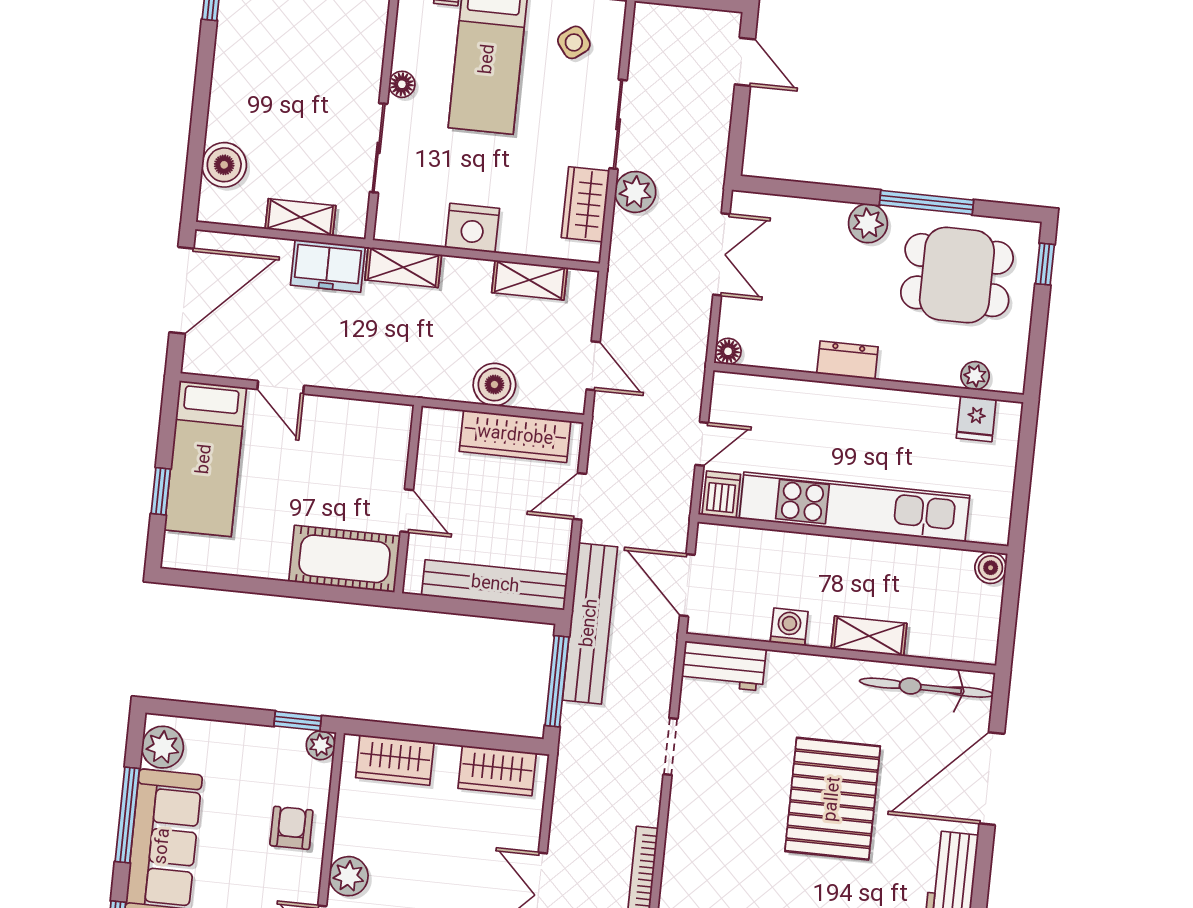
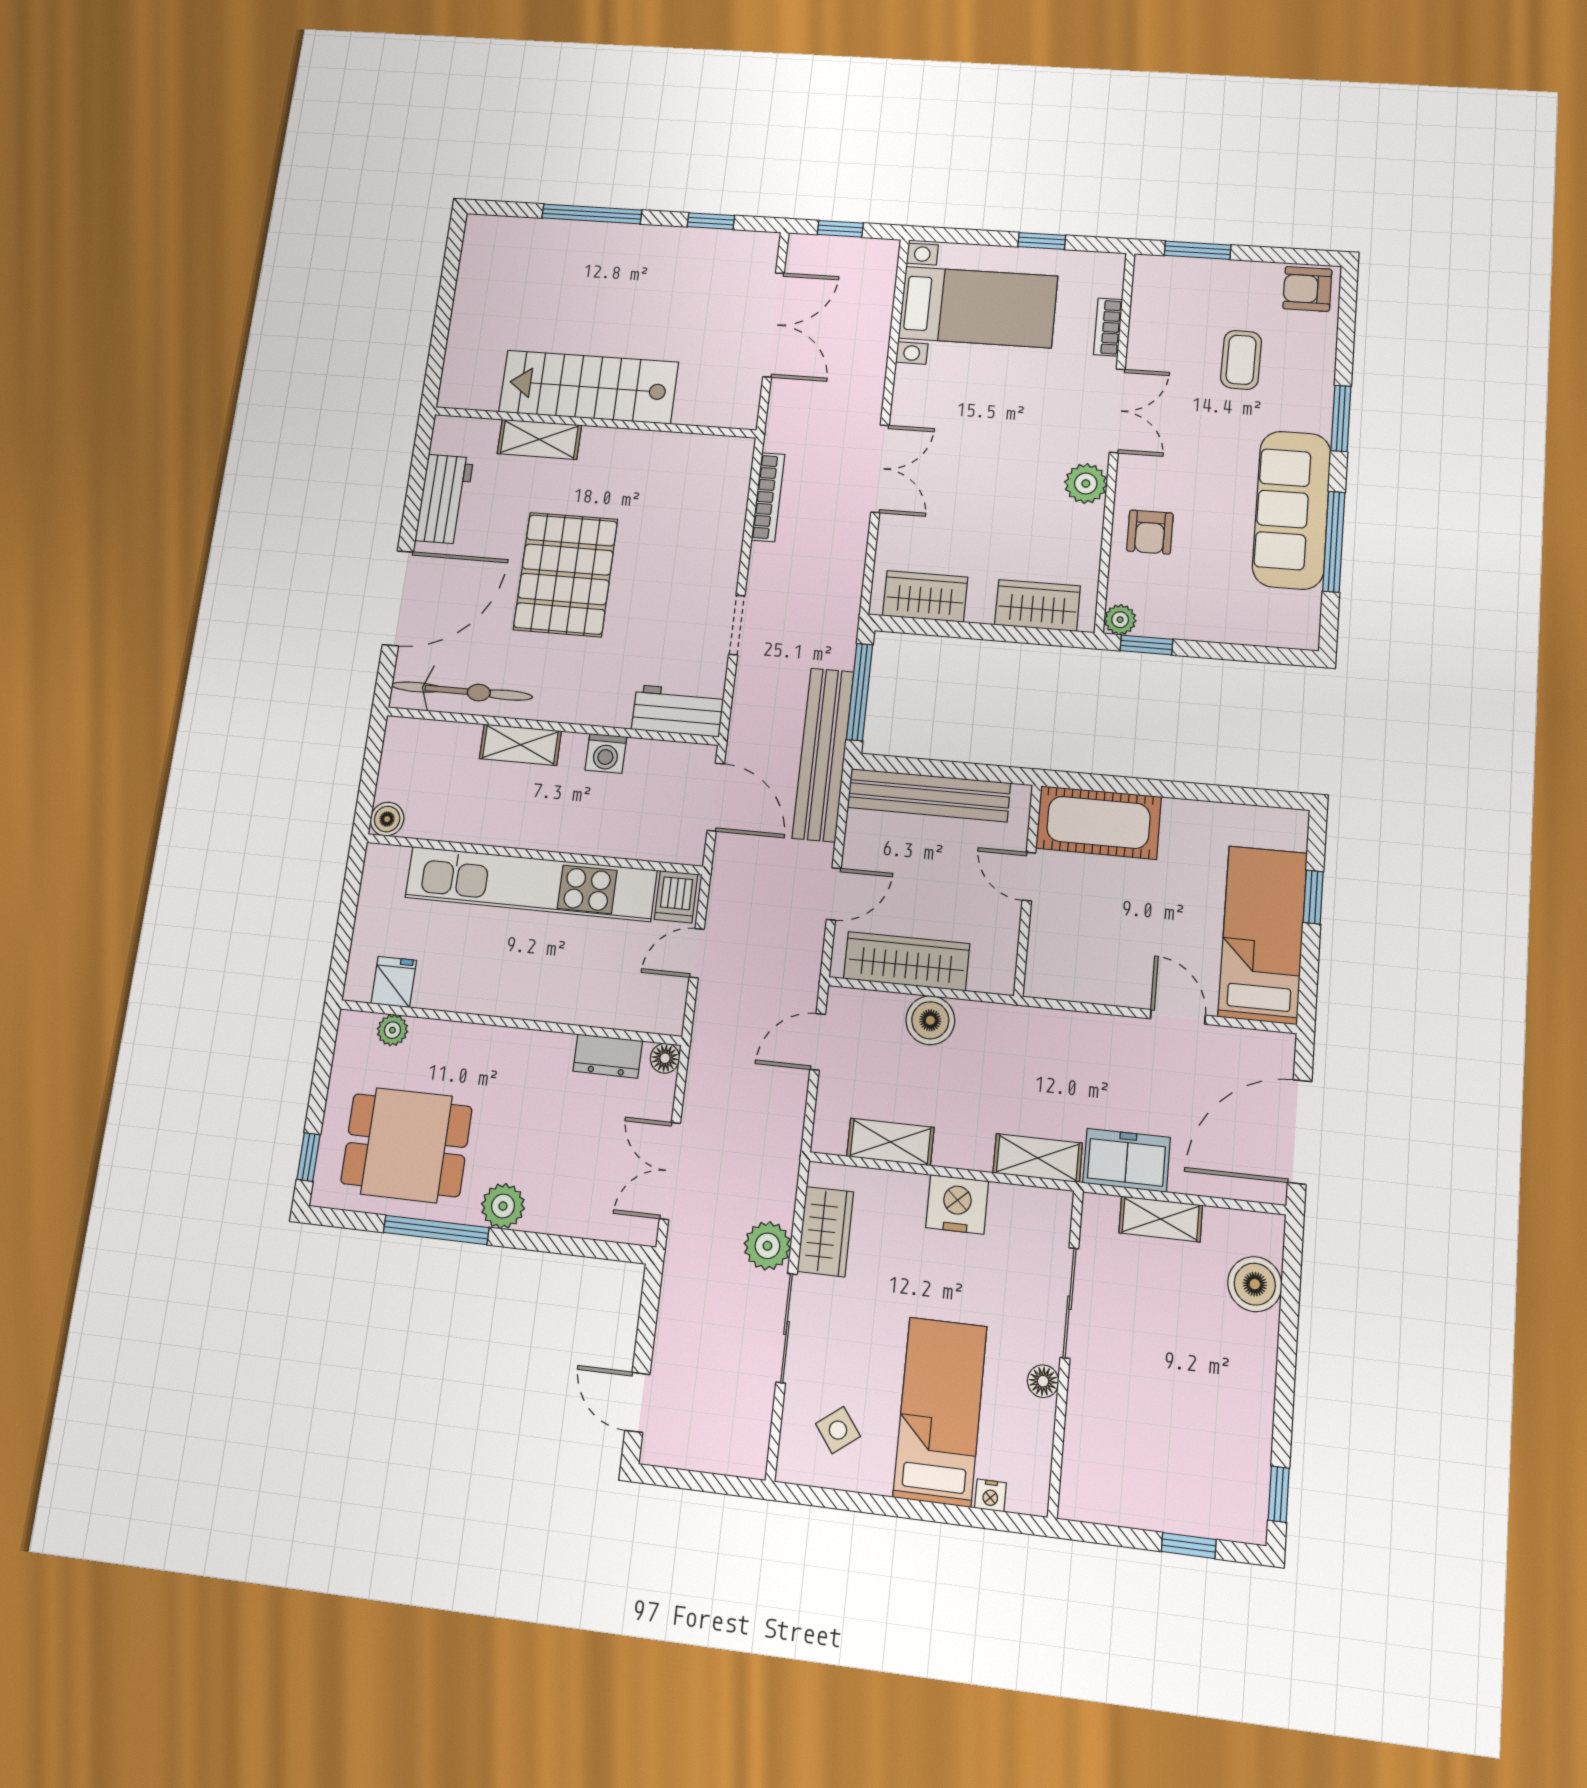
dresser: (847, 360) -> (608, 1056), moved
door: (593, 366) -> (818, 1042), hinge flipped
plant: (163, 747) -> (1298, 615), removed

